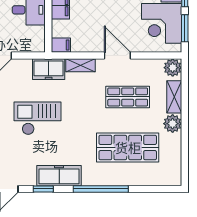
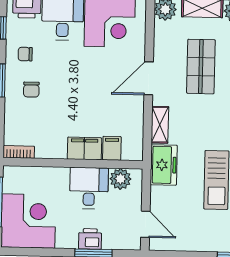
plant: (37, 35) -> (120, 179), added
filing cabinet: (61, 45) -> (112, 148), moved

